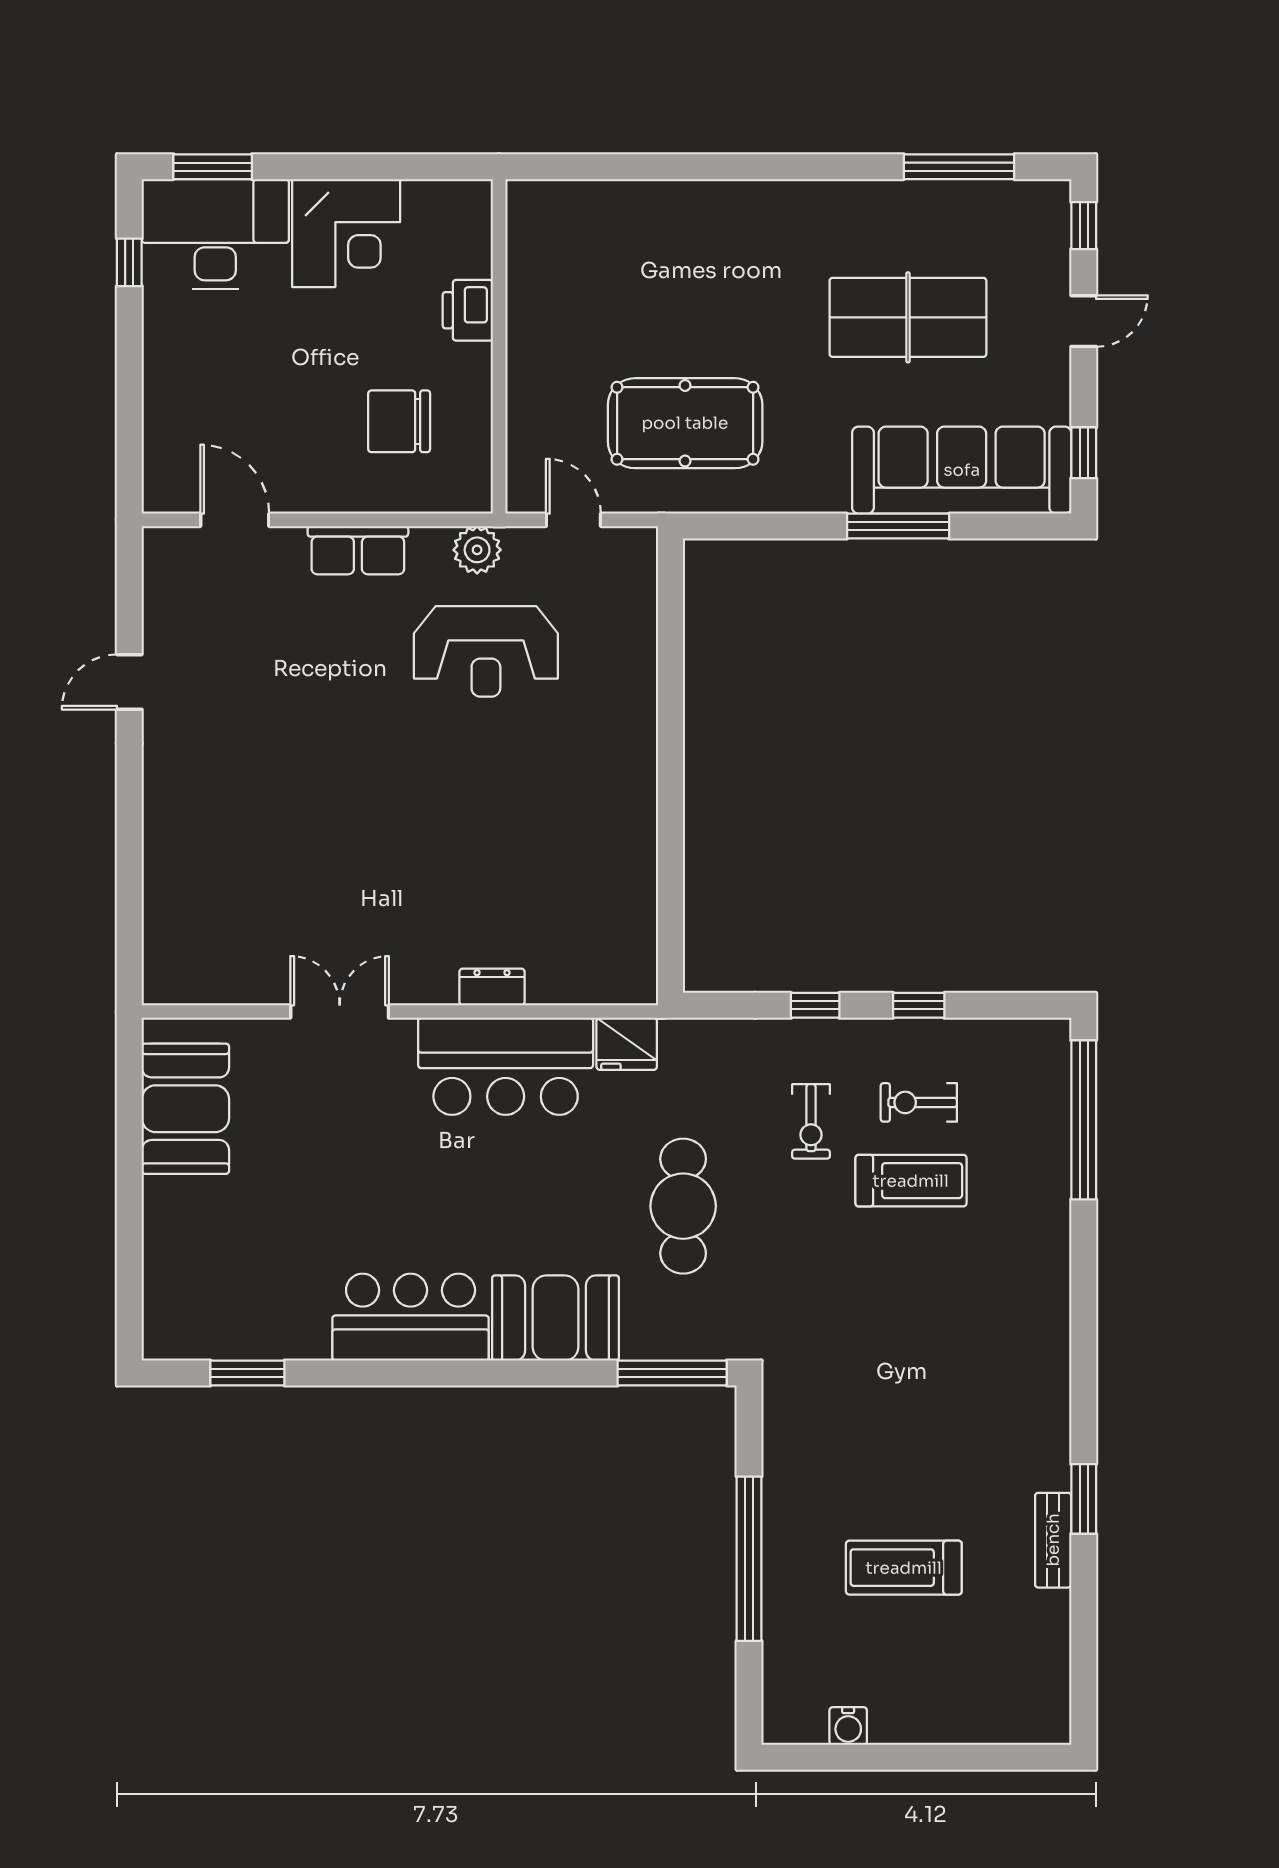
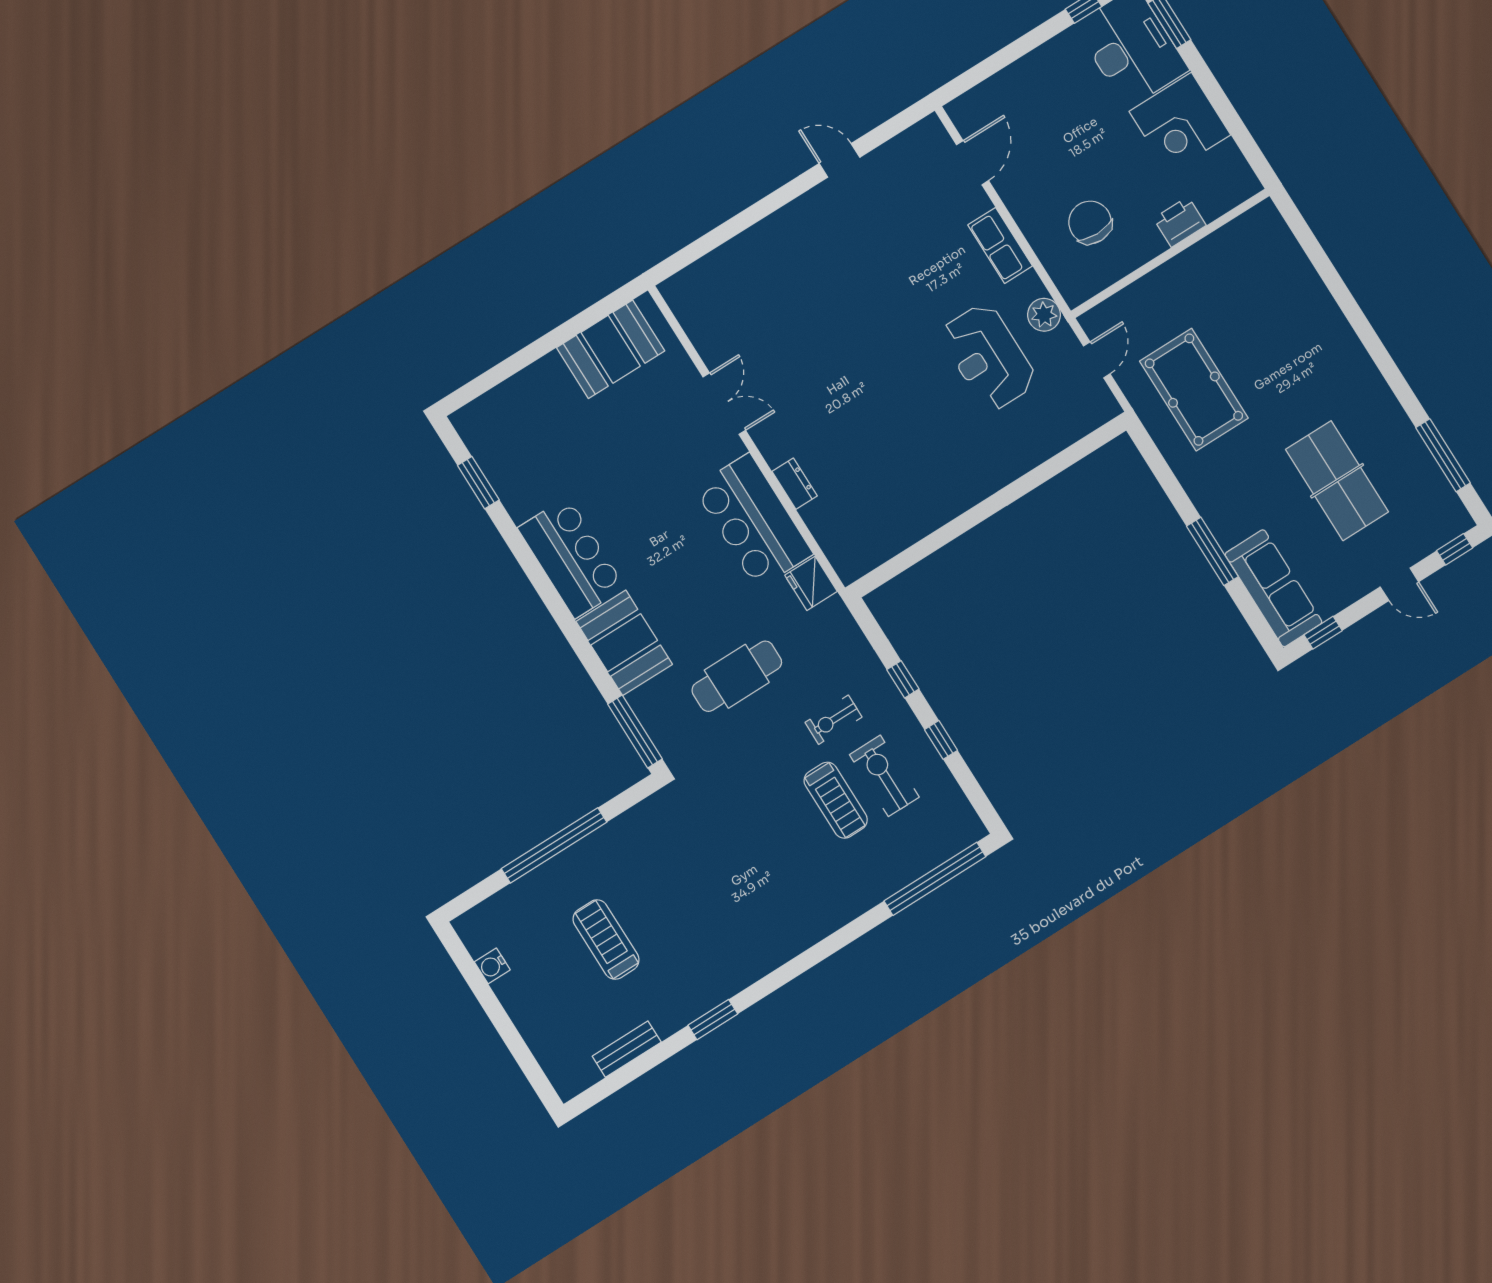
sofa: (962, 470) -> (1274, 588), width x0.74, depth x0.79
exercise bike: (919, 1102) -> (884, 776), width x1.38, depth x1.39
bench: (1053, 1540) -> (627, 1049), moved

